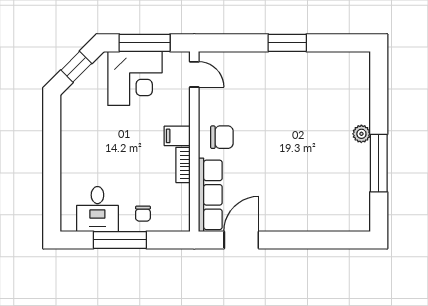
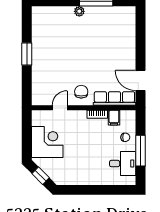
window: (145, 43) -> (27, 136), removed
door: (194, 74) -> (60, 108), moved
filing cabinet: (177, 136) -> (114, 118), moved

